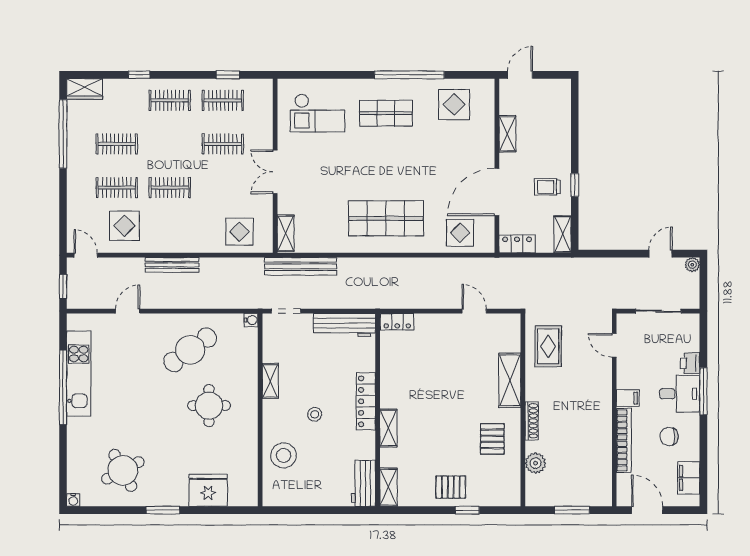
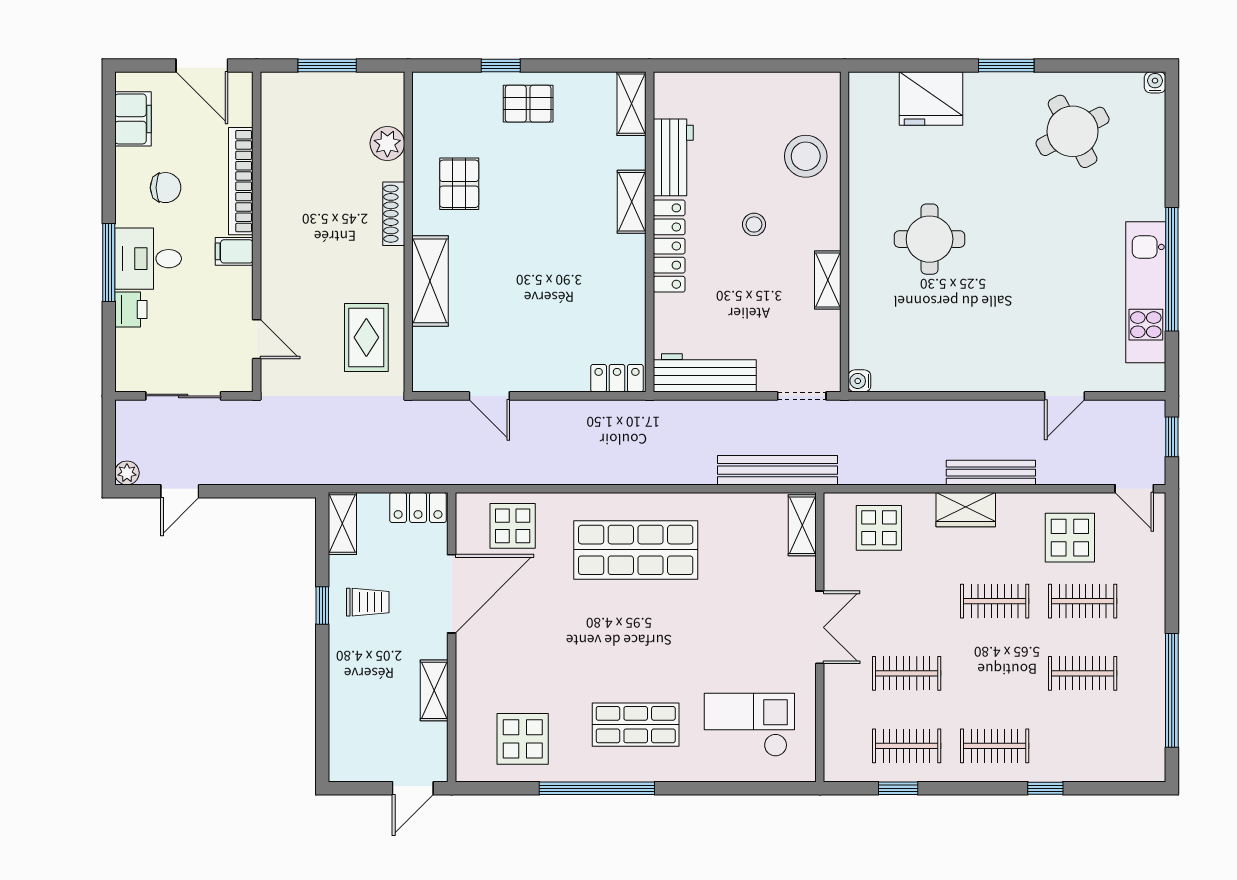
wardrobe: (85, 89) -> (966, 510), moved, turned 180
cafe table: (190, 350) -> (961, 332), removed
workbench: (363, 483) -> (673, 157), moved

